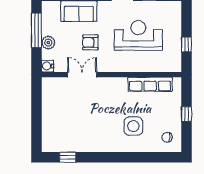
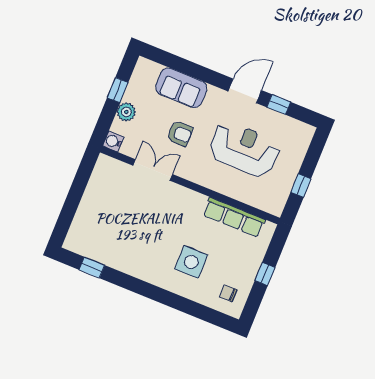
window: (36, 30) -> (118, 90), width x0.46
armchair: (90, 42) -> (180, 133), turned 180

